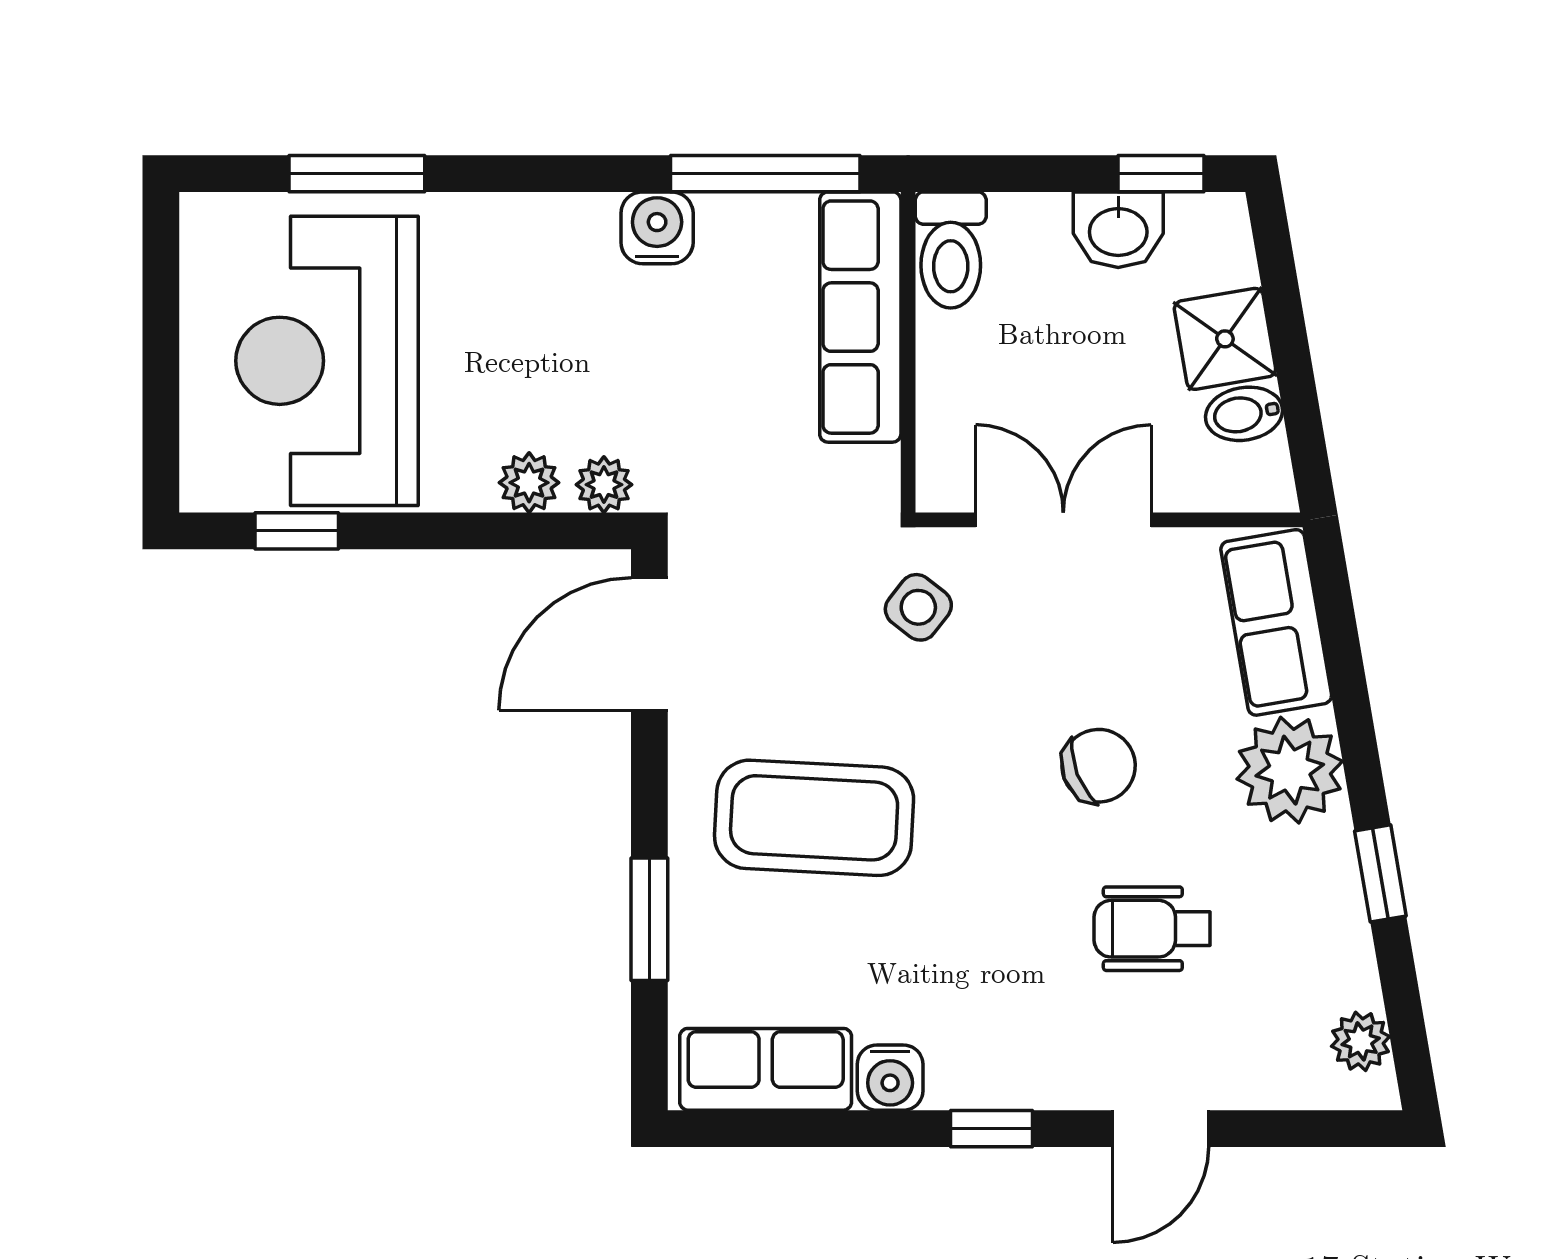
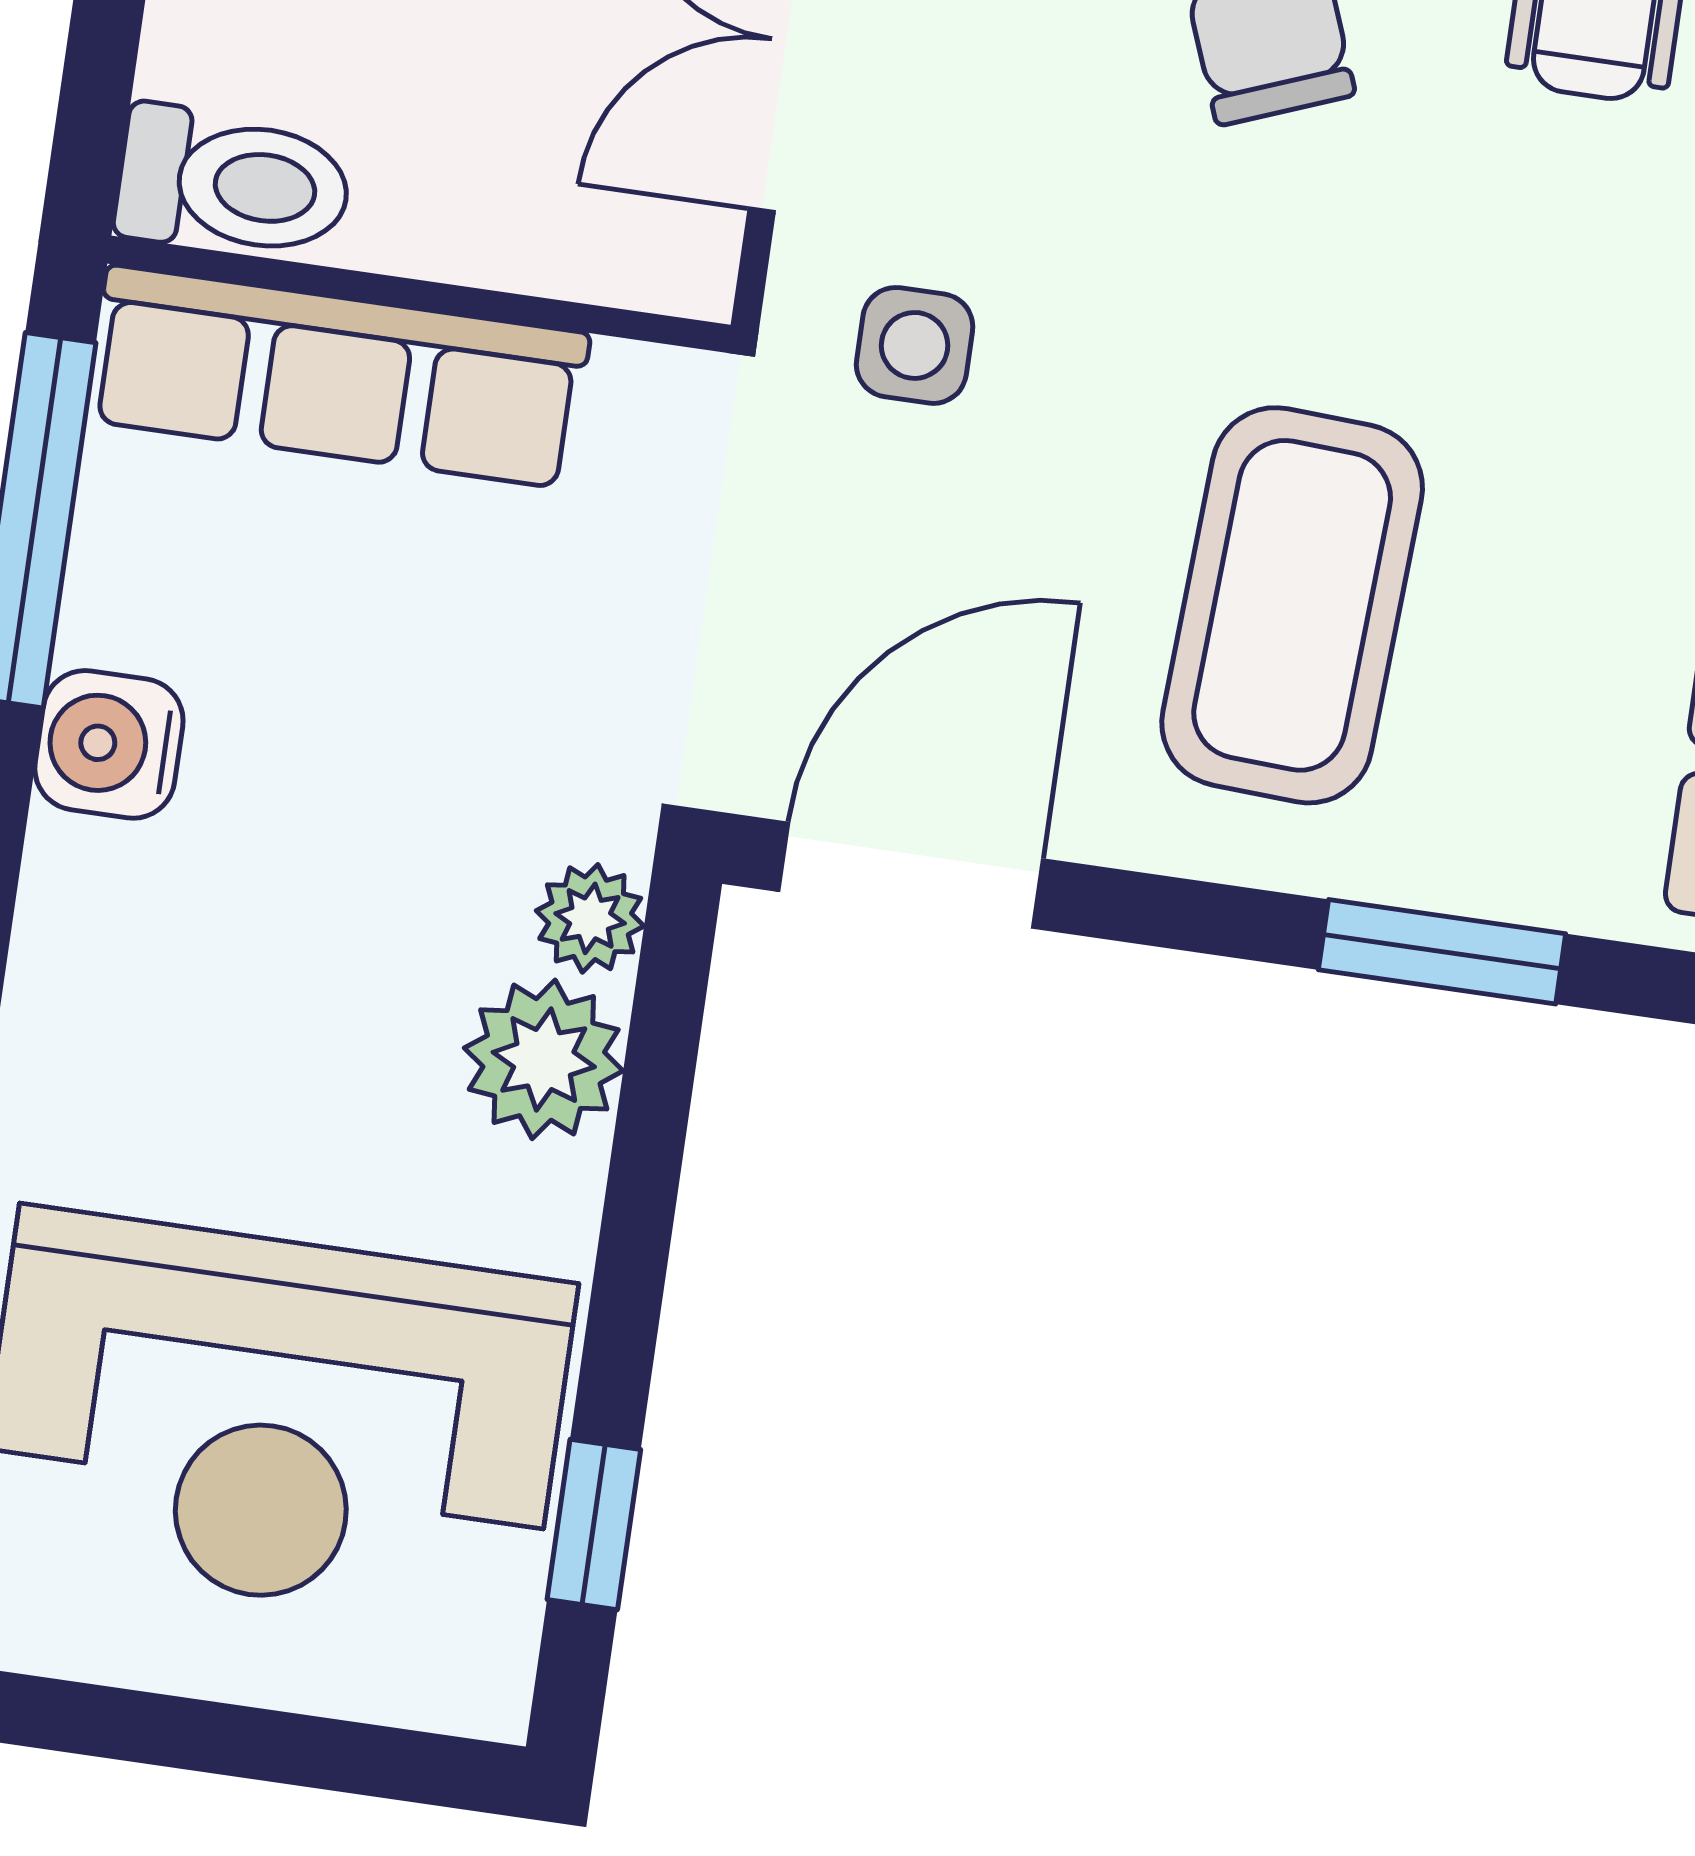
plant: (529, 483) -> (544, 1059), width x1.38, depth x1.38
side table: (918, 607) -> (915, 345), turned -38
door: (649, 644) -> (911, 875), swing flipped

